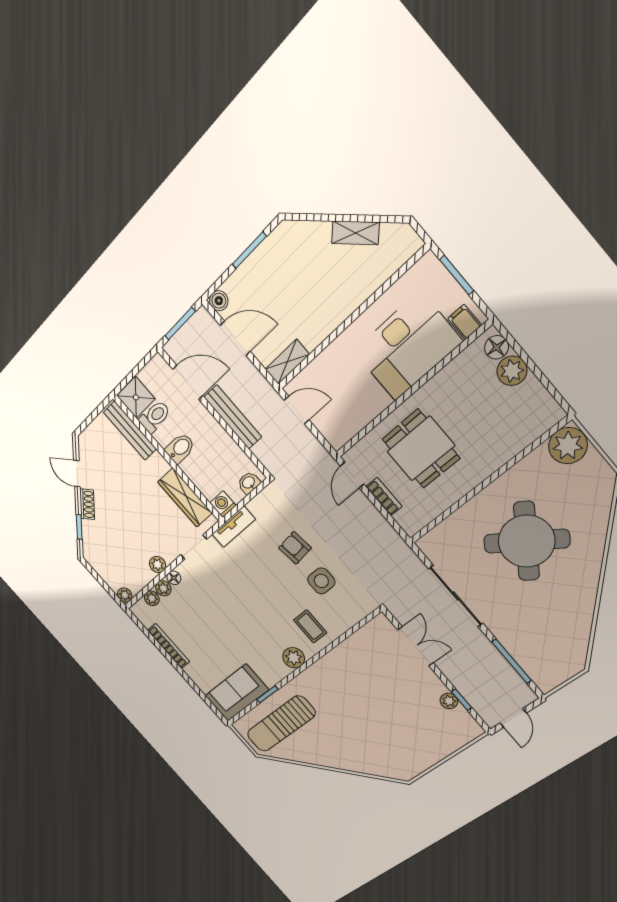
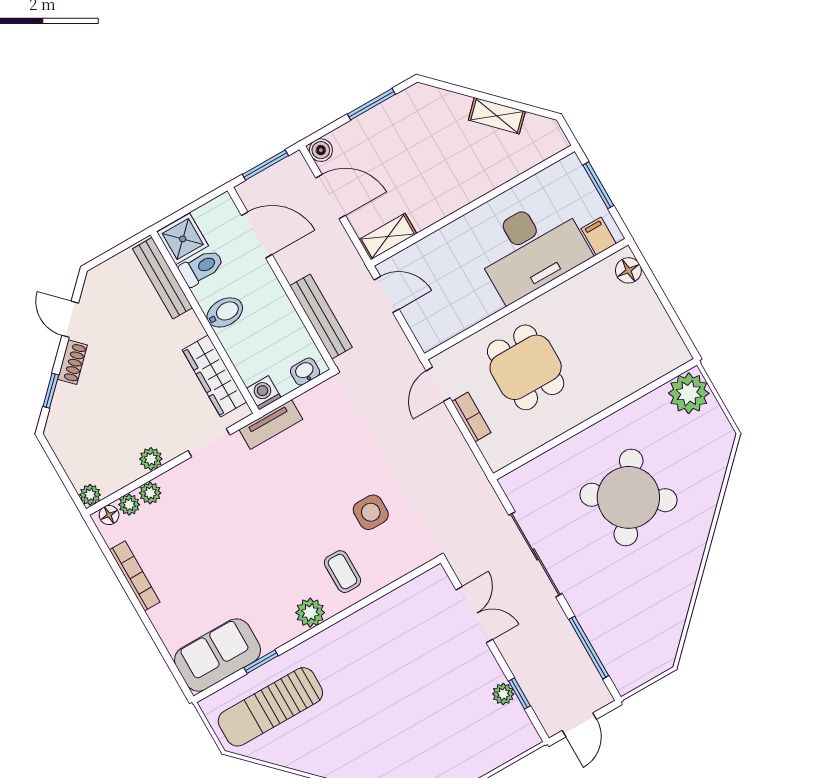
plant: (512, 371) -> (641, 299), removed
bench: (233, 417) -> (321, 316), moved
armchair: (295, 548) -> (346, 464), removed
floor lamp: (174, 578) -> (109, 515), moved

